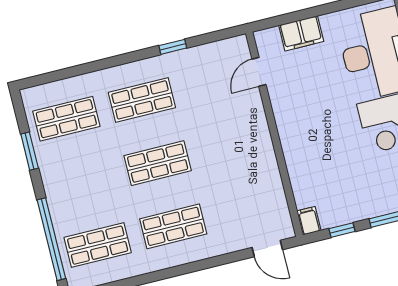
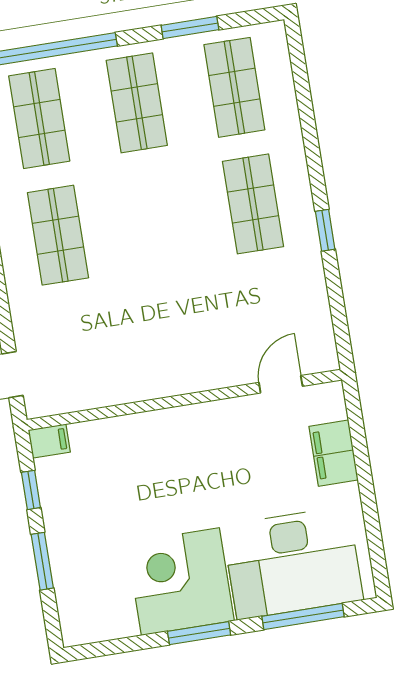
window: (173, 47) -> (325, 230), moved
door: (259, 72) -> (281, 384), hinge flipped
shop shelf: (158, 163) -> (137, 103), moved

